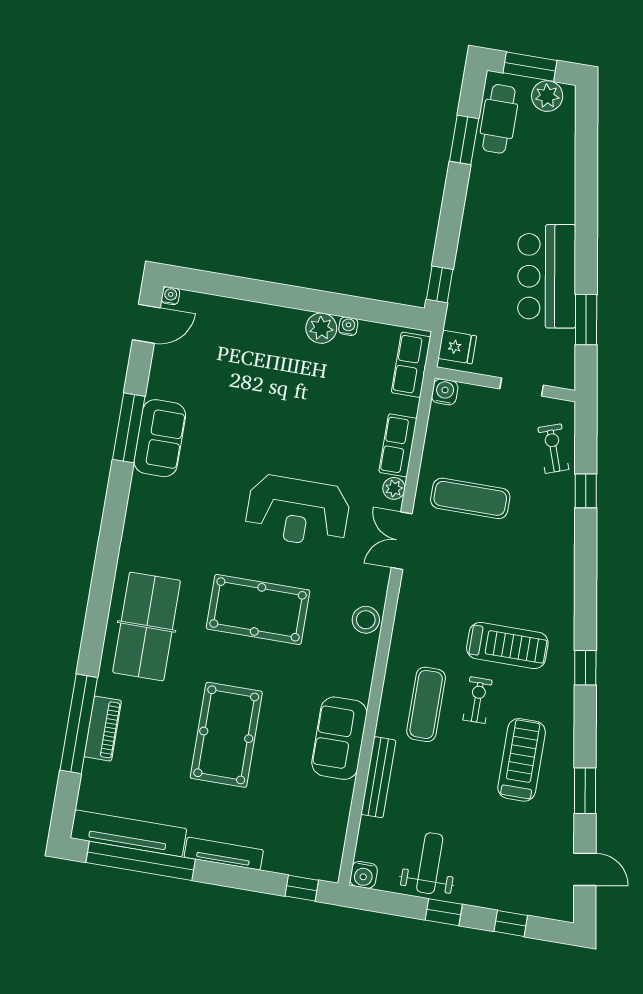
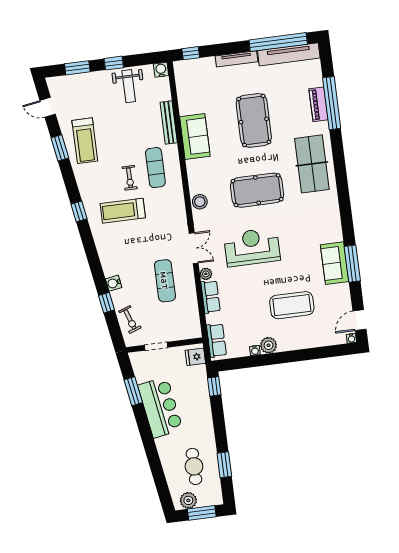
cafe table: (499, 119) -> (194, 466), moved
coffee table: (258, 387) -> (292, 305), added
water cooler: (445, 392) -> (114, 283), moved, turned 81
exercise mat: (470, 498) -> (165, 281), turned 90
treadmill: (522, 760) -> (85, 141), moved
window: (511, 923) -> (77, 68), width x1.50

